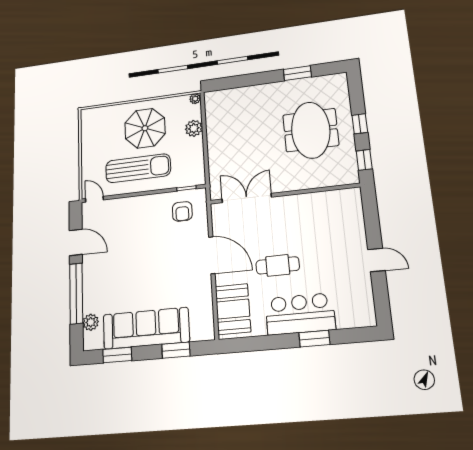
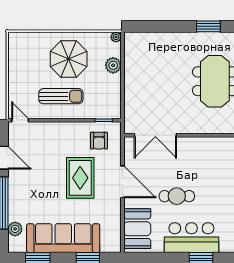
sun lounger: (138, 168) -> (61, 96), width x0.73, depth x0.75
double door: (247, 198) -> (155, 135), swing flipped
rug: (163, 256) -> (80, 178), added

